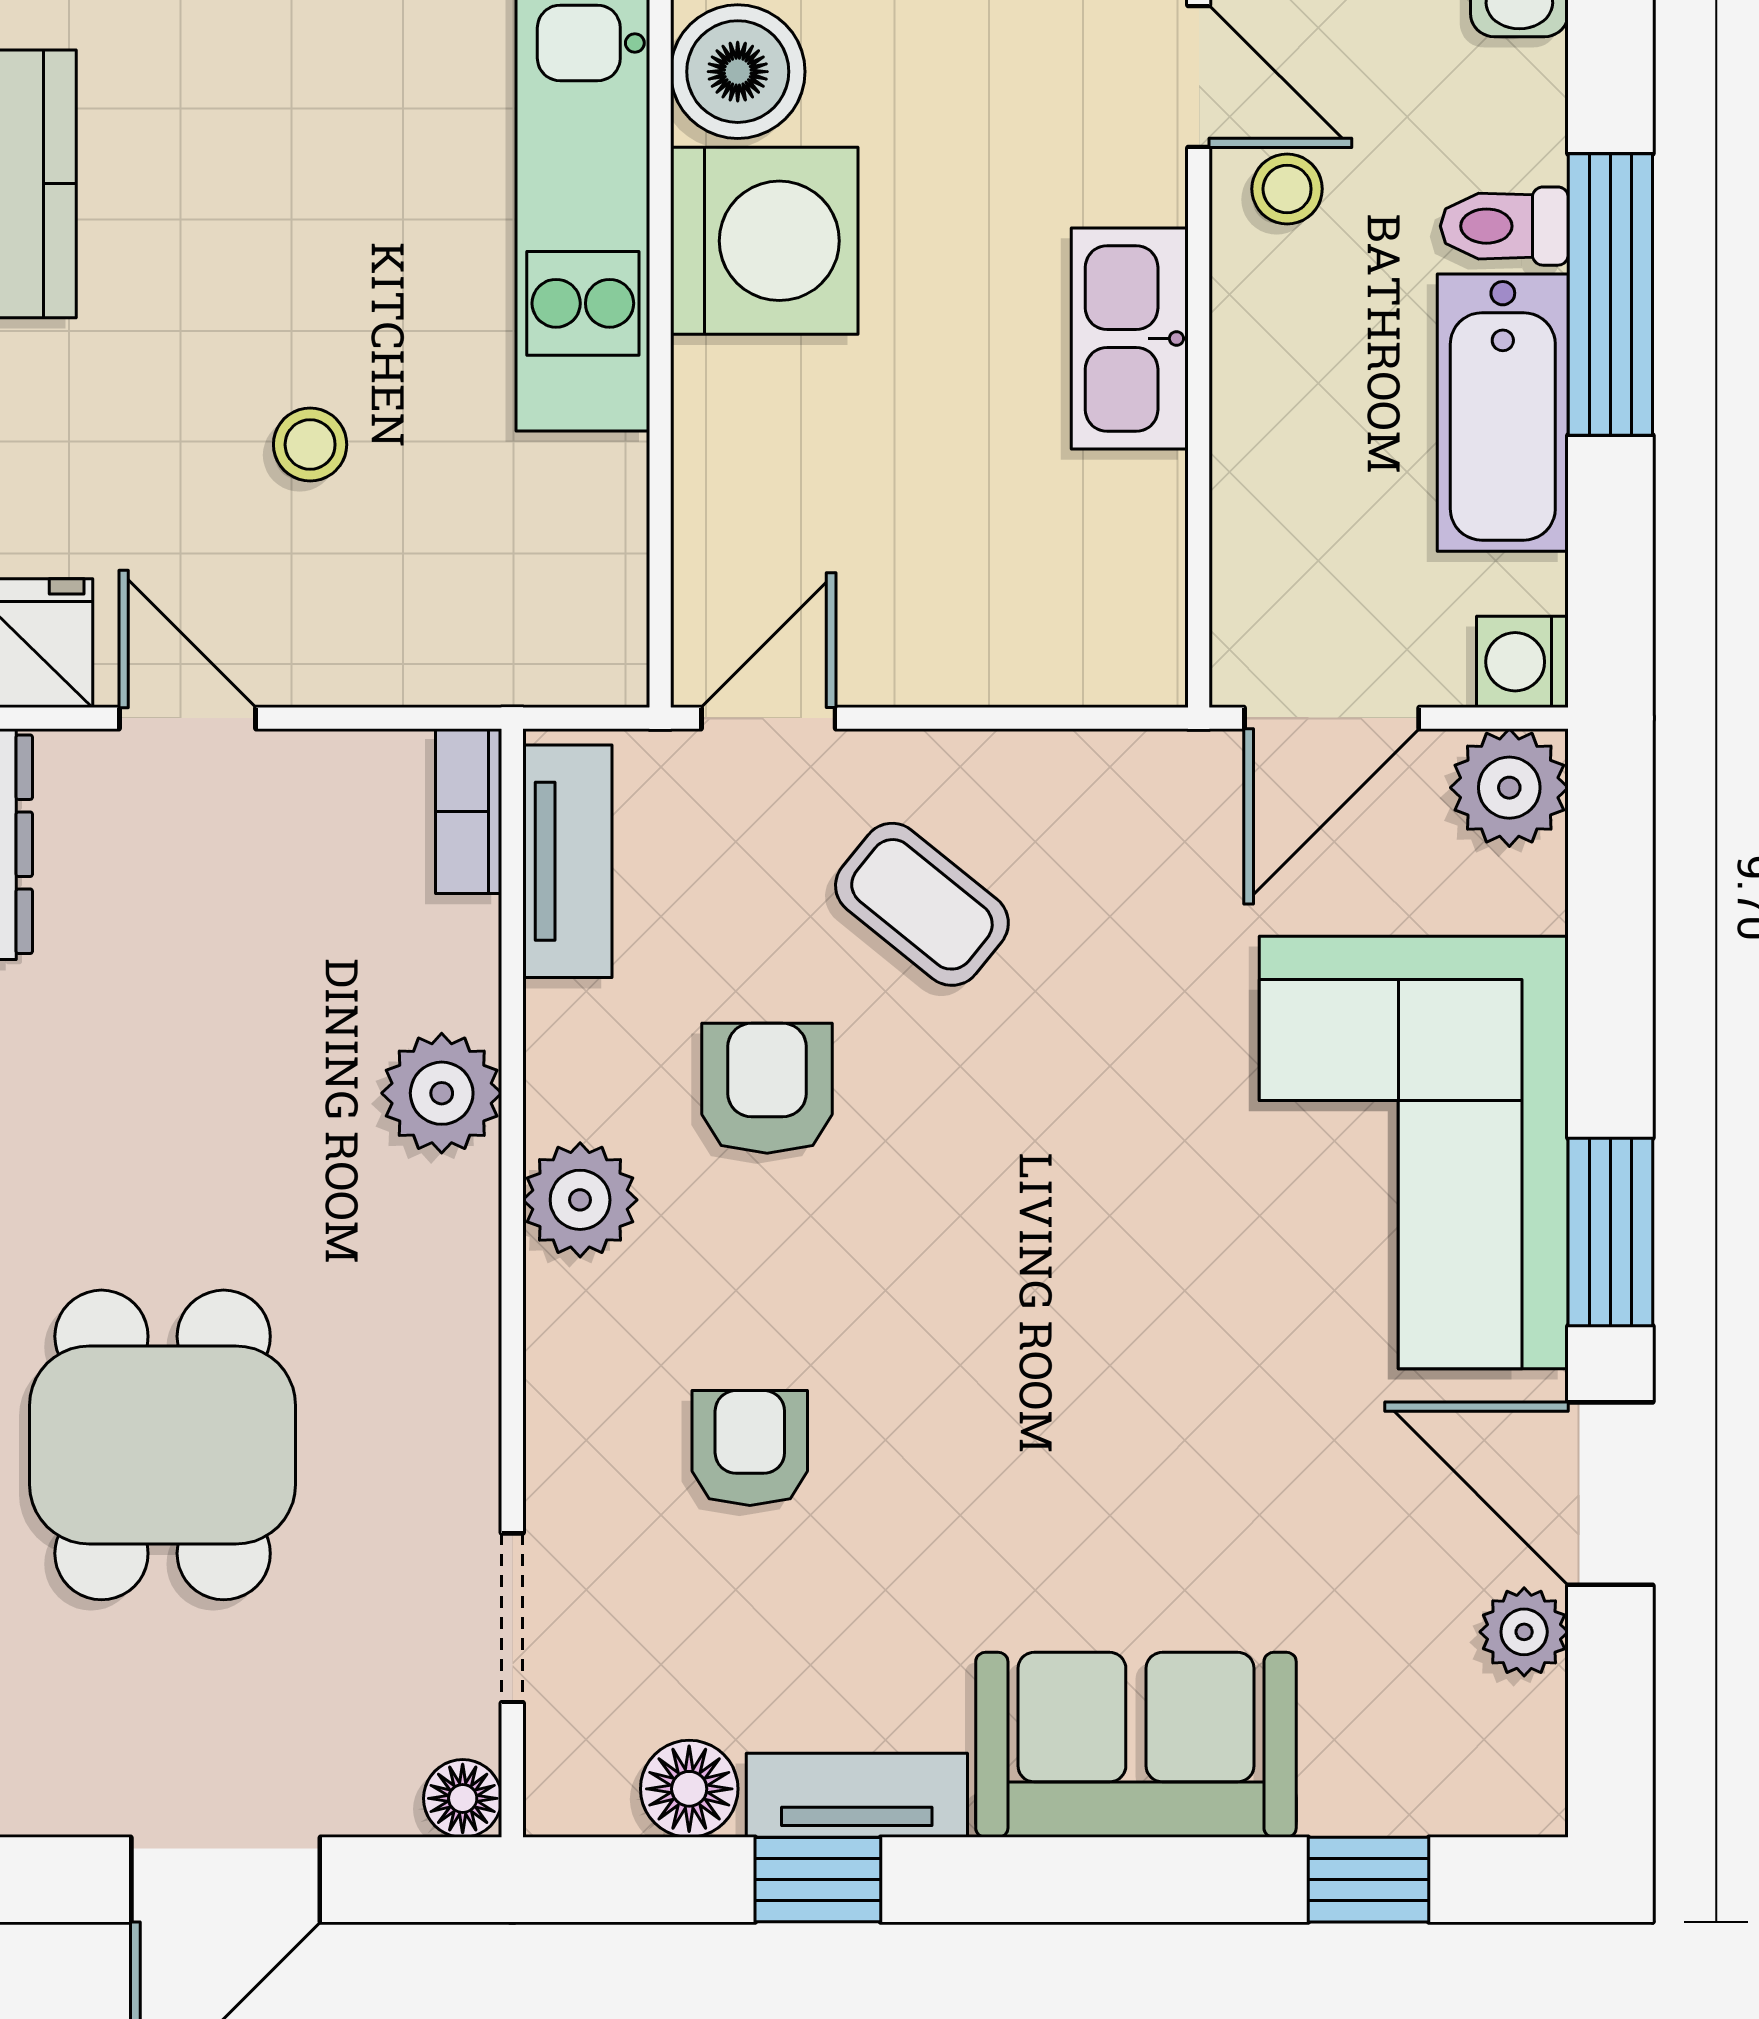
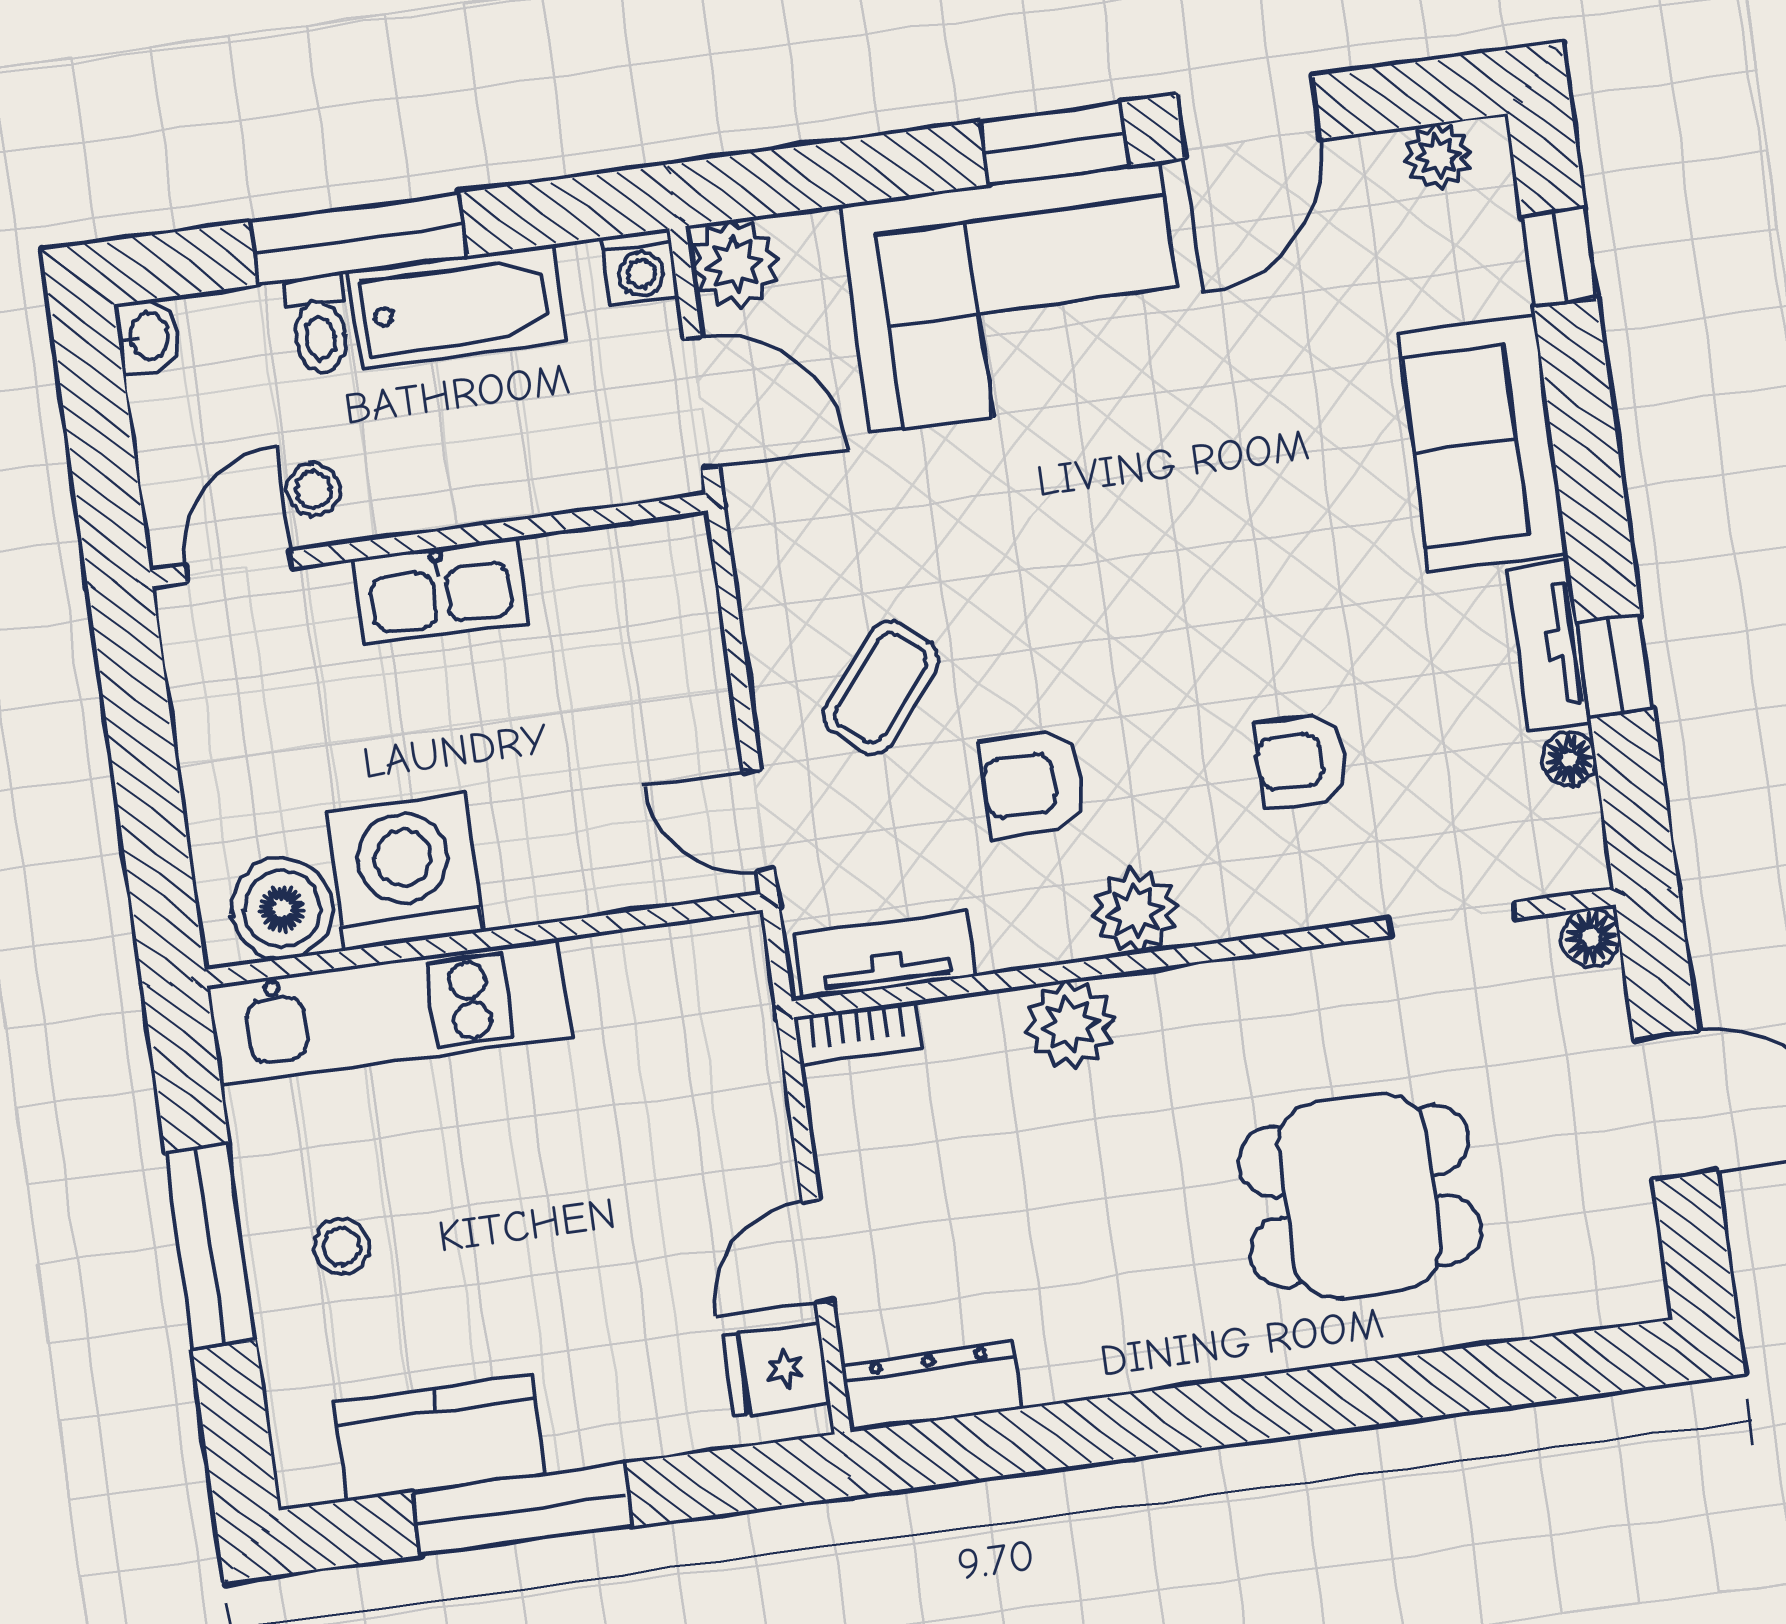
stool: (310, 445) -> (342, 1246), moved
plant: (1524, 1632) -> (1438, 156), moved
floor lamp: (689, 1789) -> (1569, 759), width x0.73, depth x0.73

